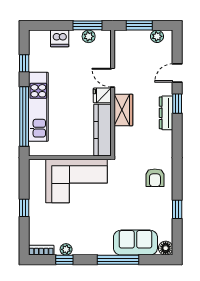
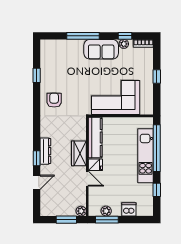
plant: (157, 36) -> (81, 211), moved
sofa: (135, 243) -> (101, 49), moved
floor lamp: (166, 248) -> (46, 45), removed

